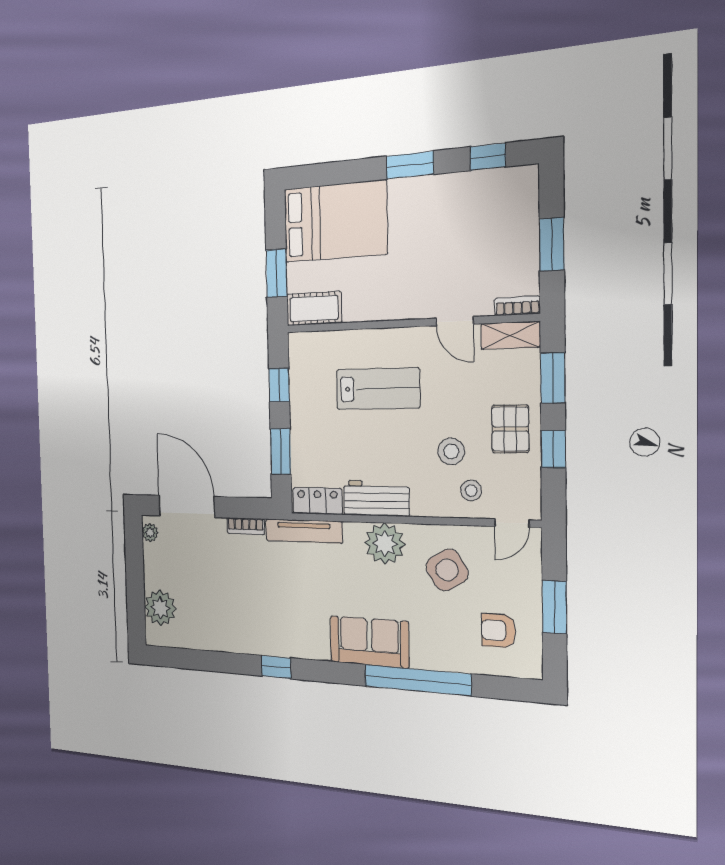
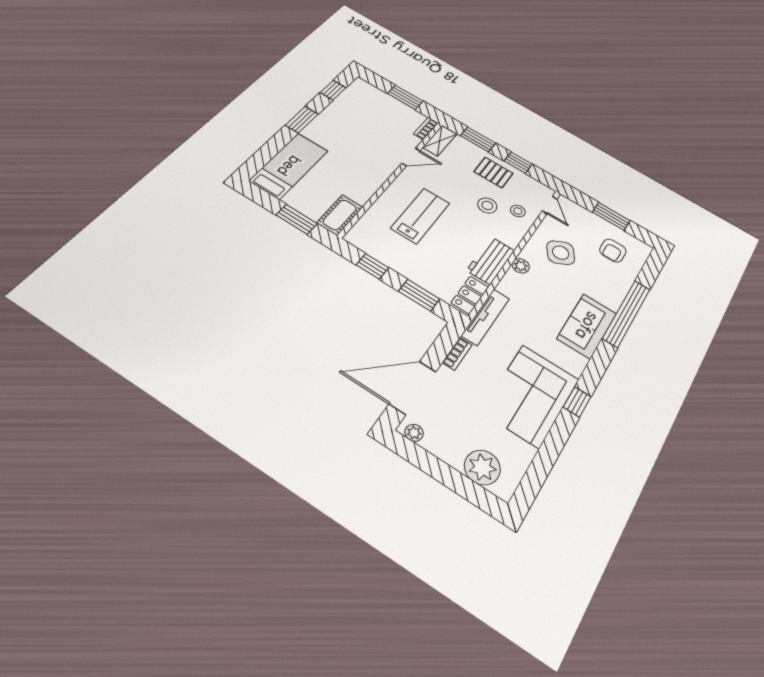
bed: (335, 221) -> (289, 166), width x0.67
plant: (385, 544) -> (521, 266), width x0.53, depth x0.53
corner sofa: (252, 619) -> (531, 395), added

